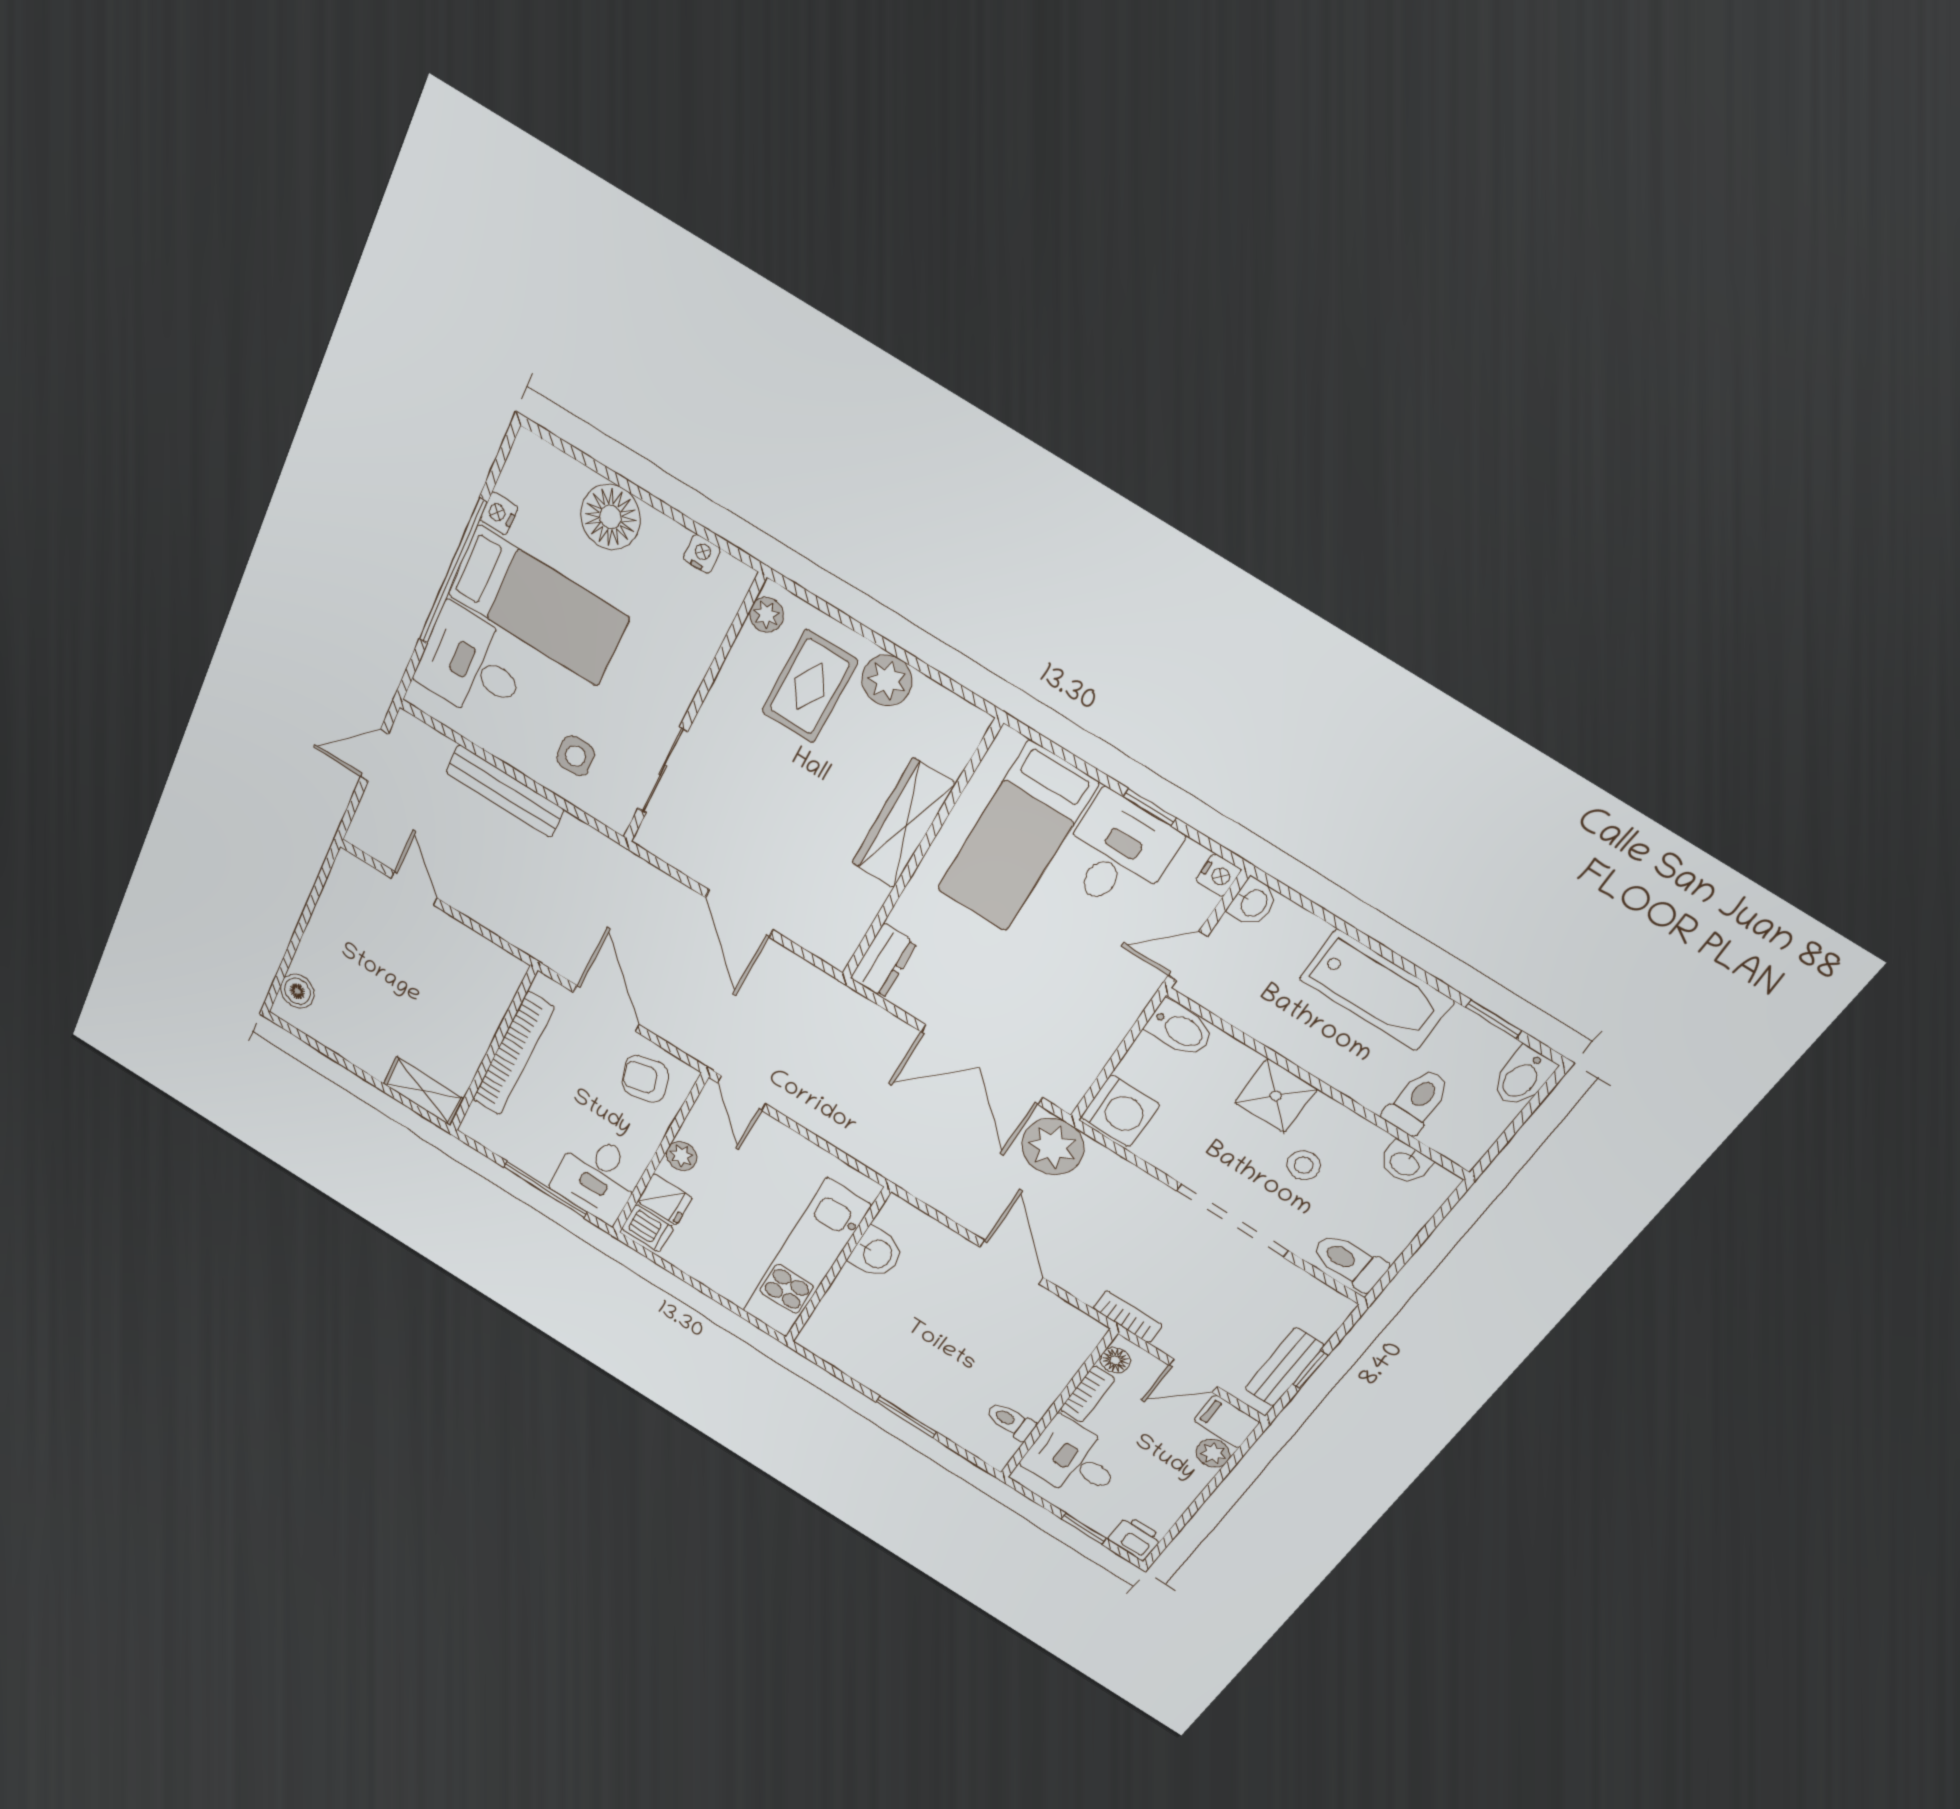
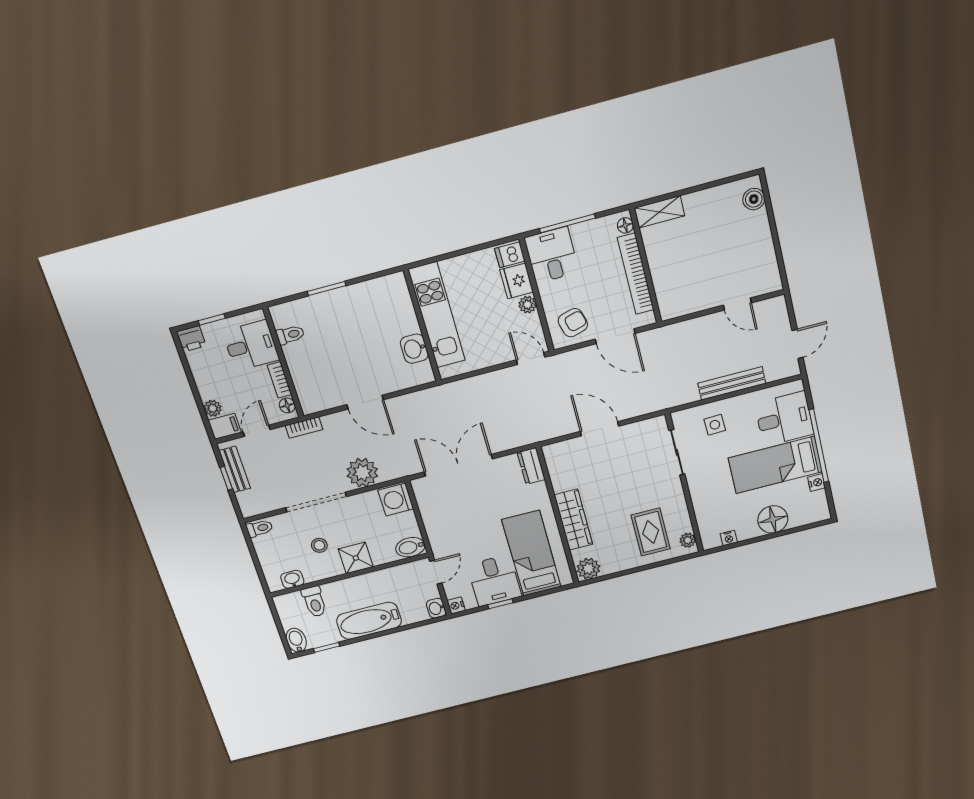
plant: (887, 680) -> (588, 569), moved
floor lamp: (478, 1118) -> (625, 225), added
plant: (1053, 1147) -> (362, 473), moved
fridge: (665, 1199) -> (517, 281), width x1.38
toilet: (1349, 1262) -> (259, 528), width x0.73, depth x0.72

